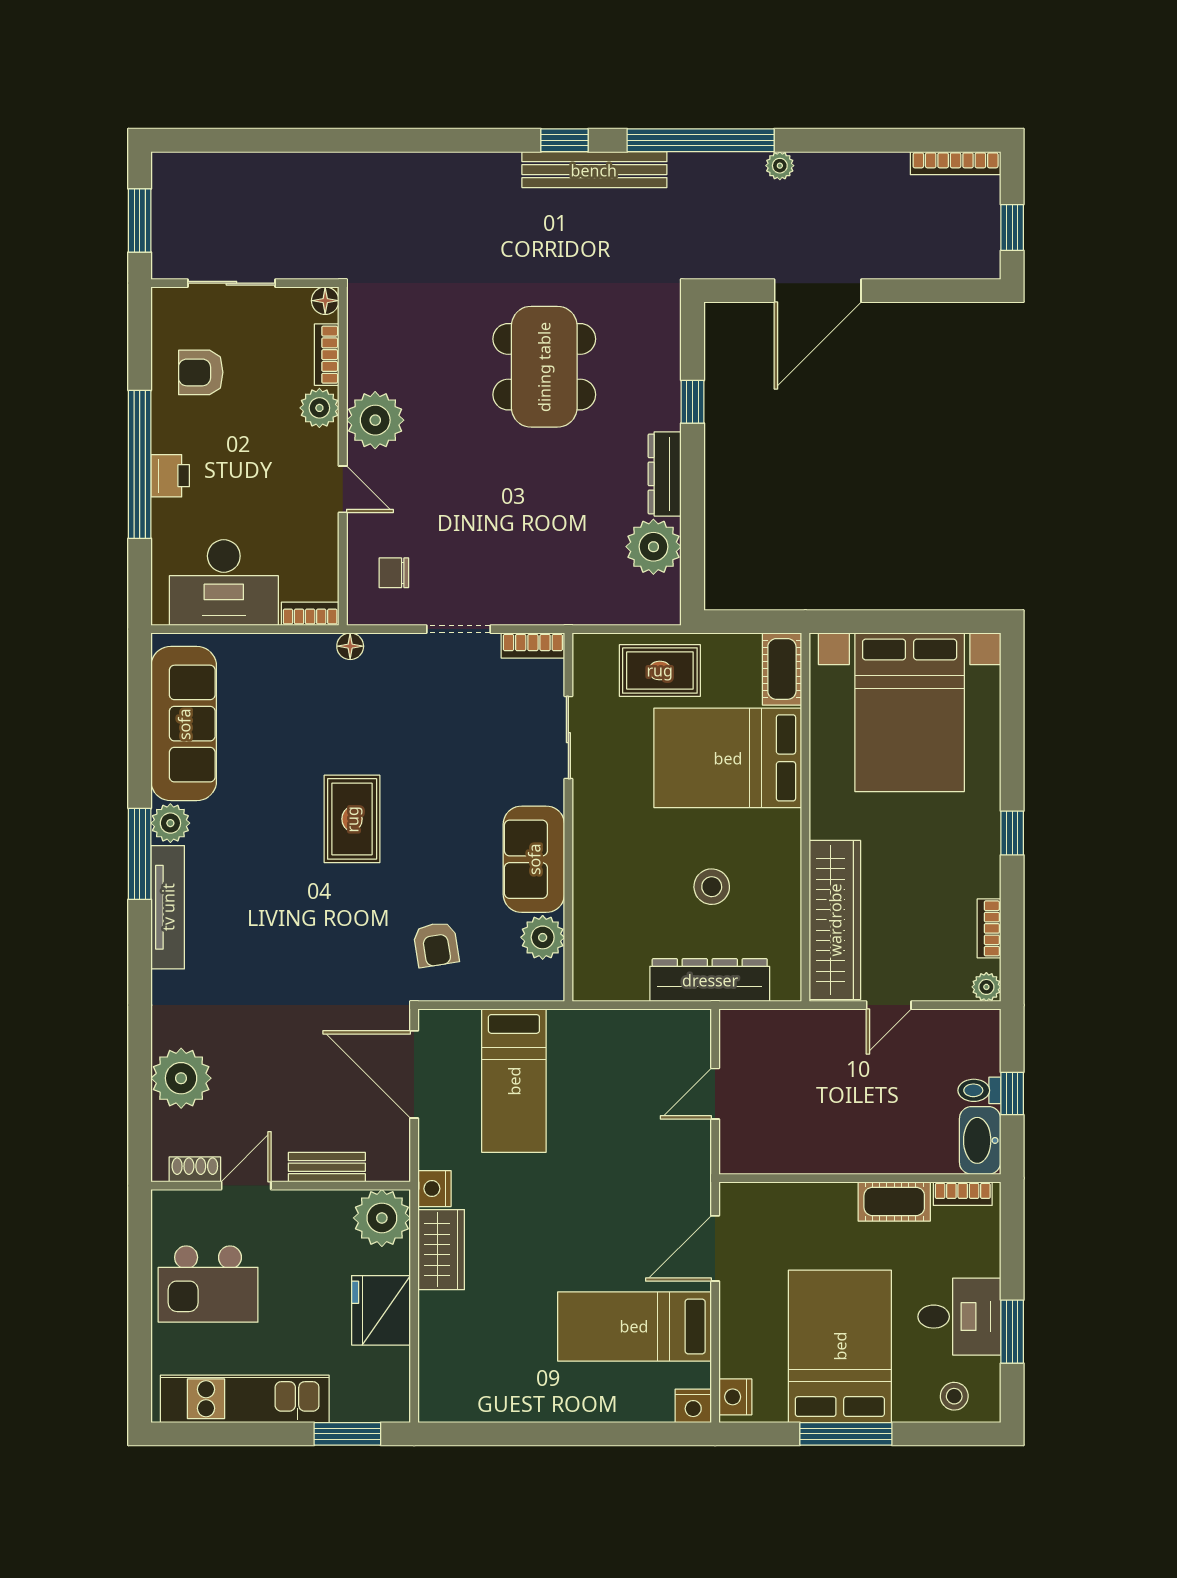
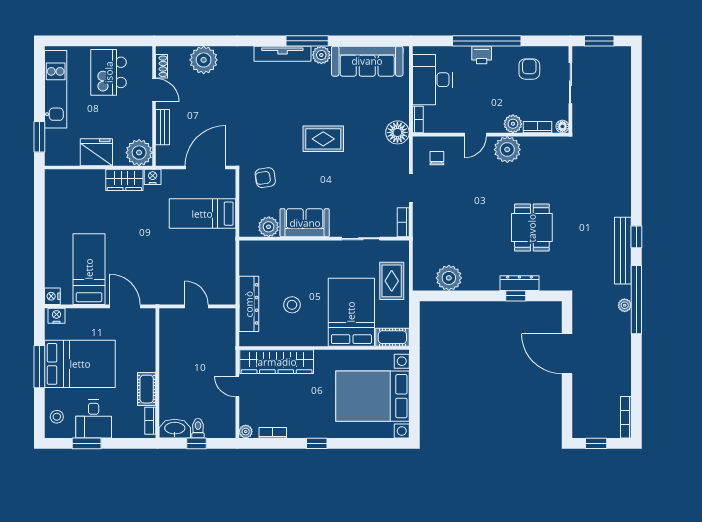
plant: (780, 166) -> (625, 305), moved
dining table: (544, 367) -> (532, 228), width x0.73
dresser: (665, 474) -> (519, 283), moved
floor lamp: (350, 646) -> (397, 132), width x1.89, depth x1.89

